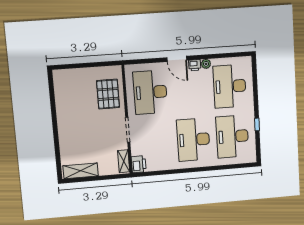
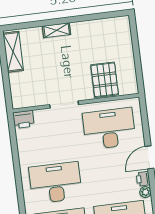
pallet: (108, 94) -> (105, 80), turned 90
shelving: (124, 161) -> (57, 30), moved

